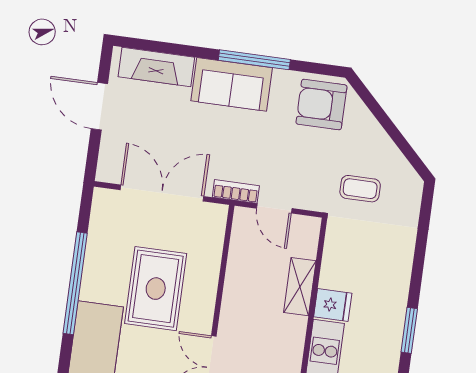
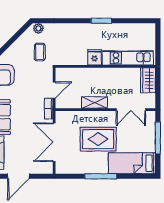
plant: (411, 193) -> (38, 28), added
window: (75, 283) -> (101, 176), width x0.68
shelving: (300, 287) -> (95, 103), moved

